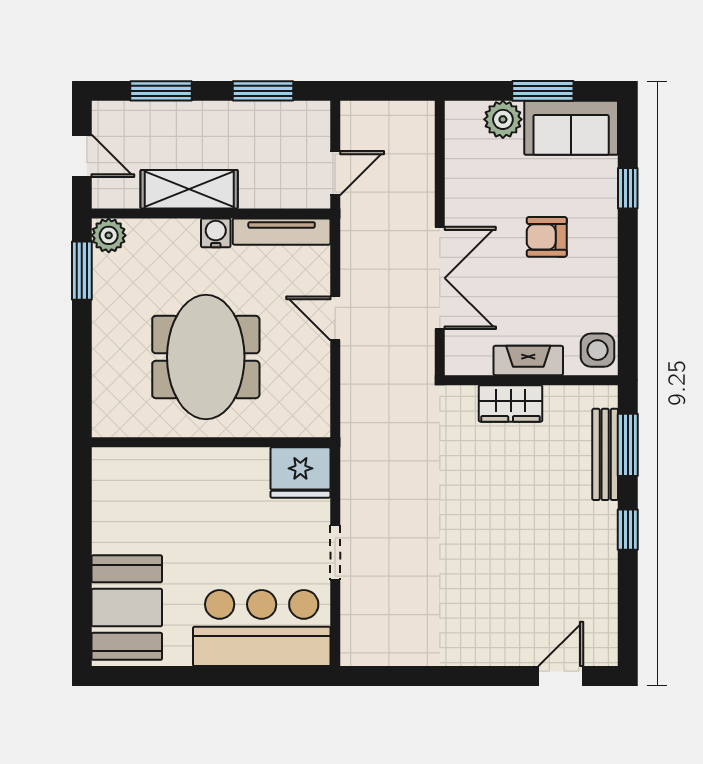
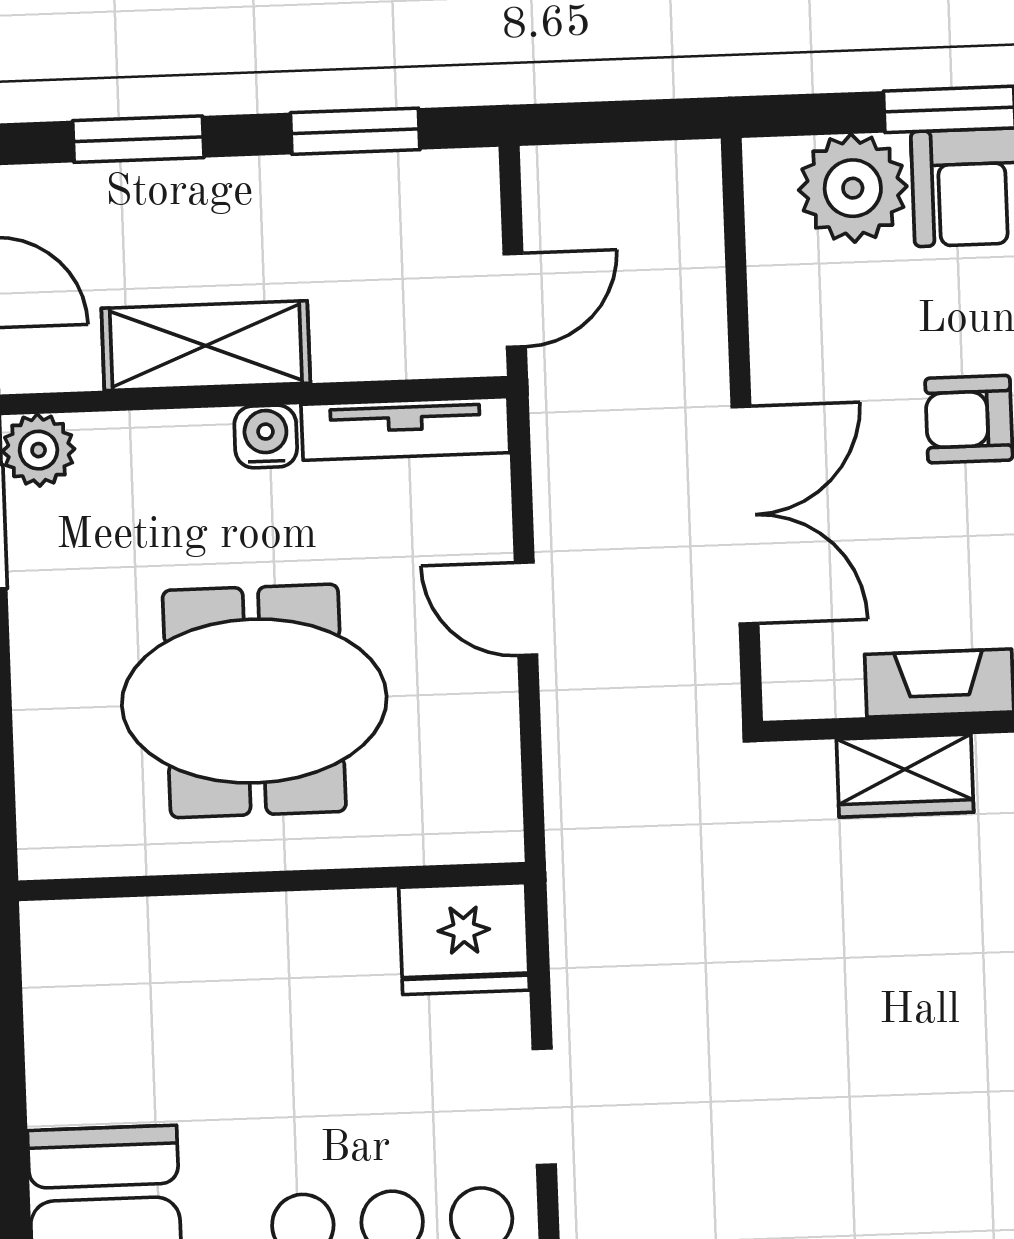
plant: (503, 119) -> (853, 188), width x1.36, depth x1.36
meeting table: (206, 357) -> (254, 701), turned 90

